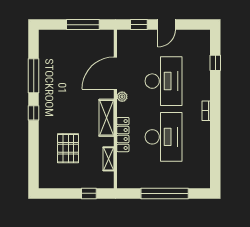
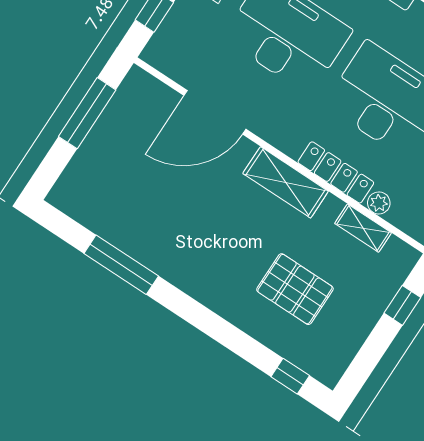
door: (115, 73) -> (215, 112), hinge flipped
plant: (122, 97) -> (379, 203), moved
window: (34, 113) -> (290, 376), moved

